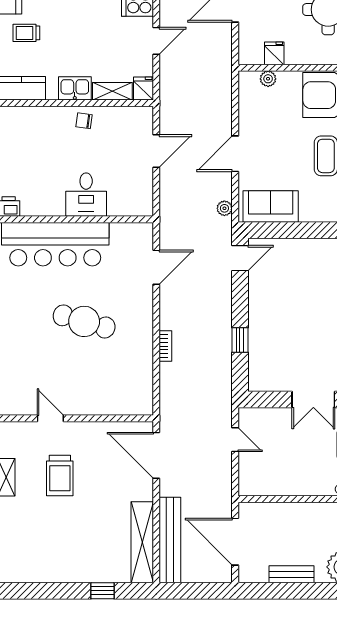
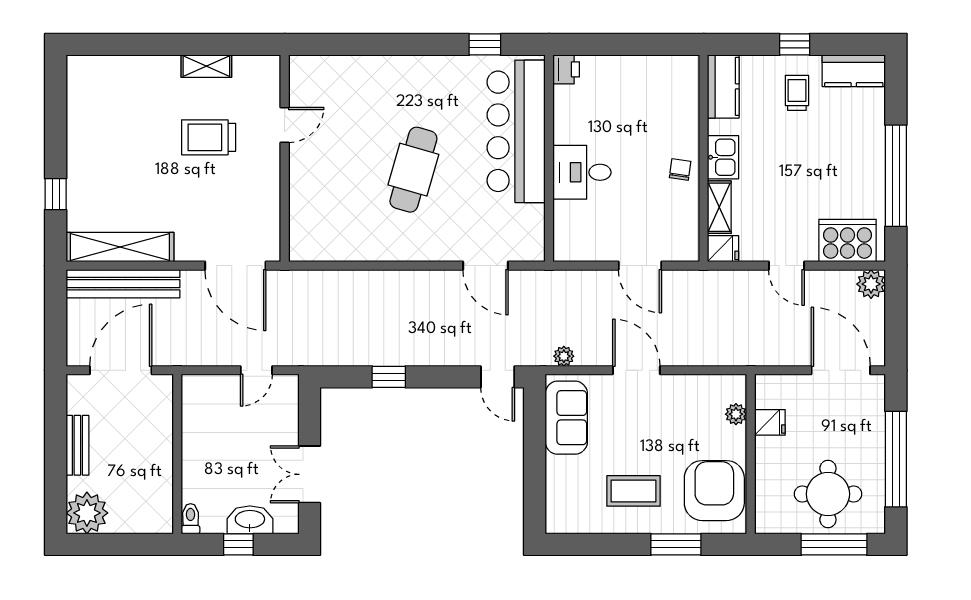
bookcase: (165, 346) -> (381, 278), removed
door: (156, 455) -> (235, 266), swing flipped

